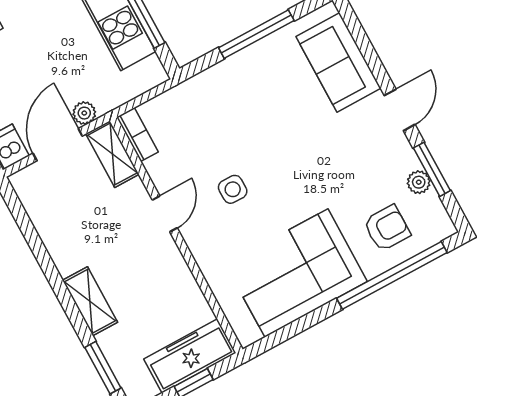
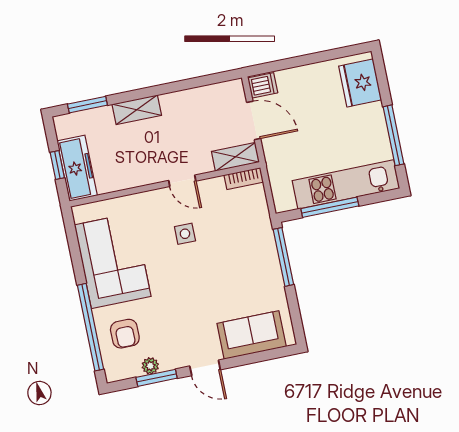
window: (256, 34) -> (283, 257), moved
plant: (84, 113) -> (270, 146), removed

